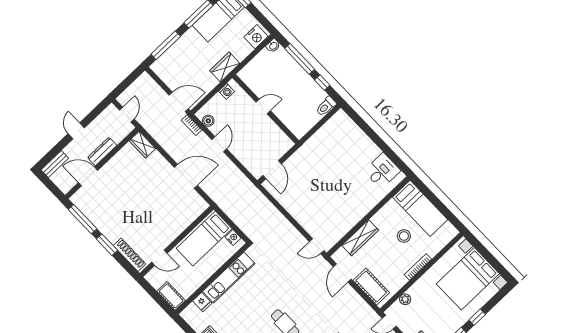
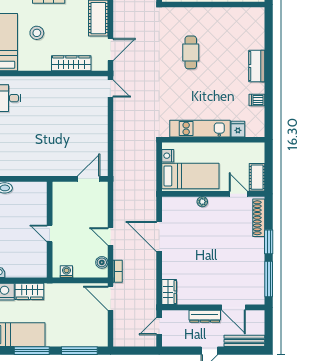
wardrobe: (225, 67) -> (29, 291), moved
door: (219, 144) -> (110, 237), hinge flipped
bench: (55, 164) -> (244, 341), width x1.36
plant: (179, 229) -> (202, 202), added
cot: (171, 296) -> (257, 177), moved

